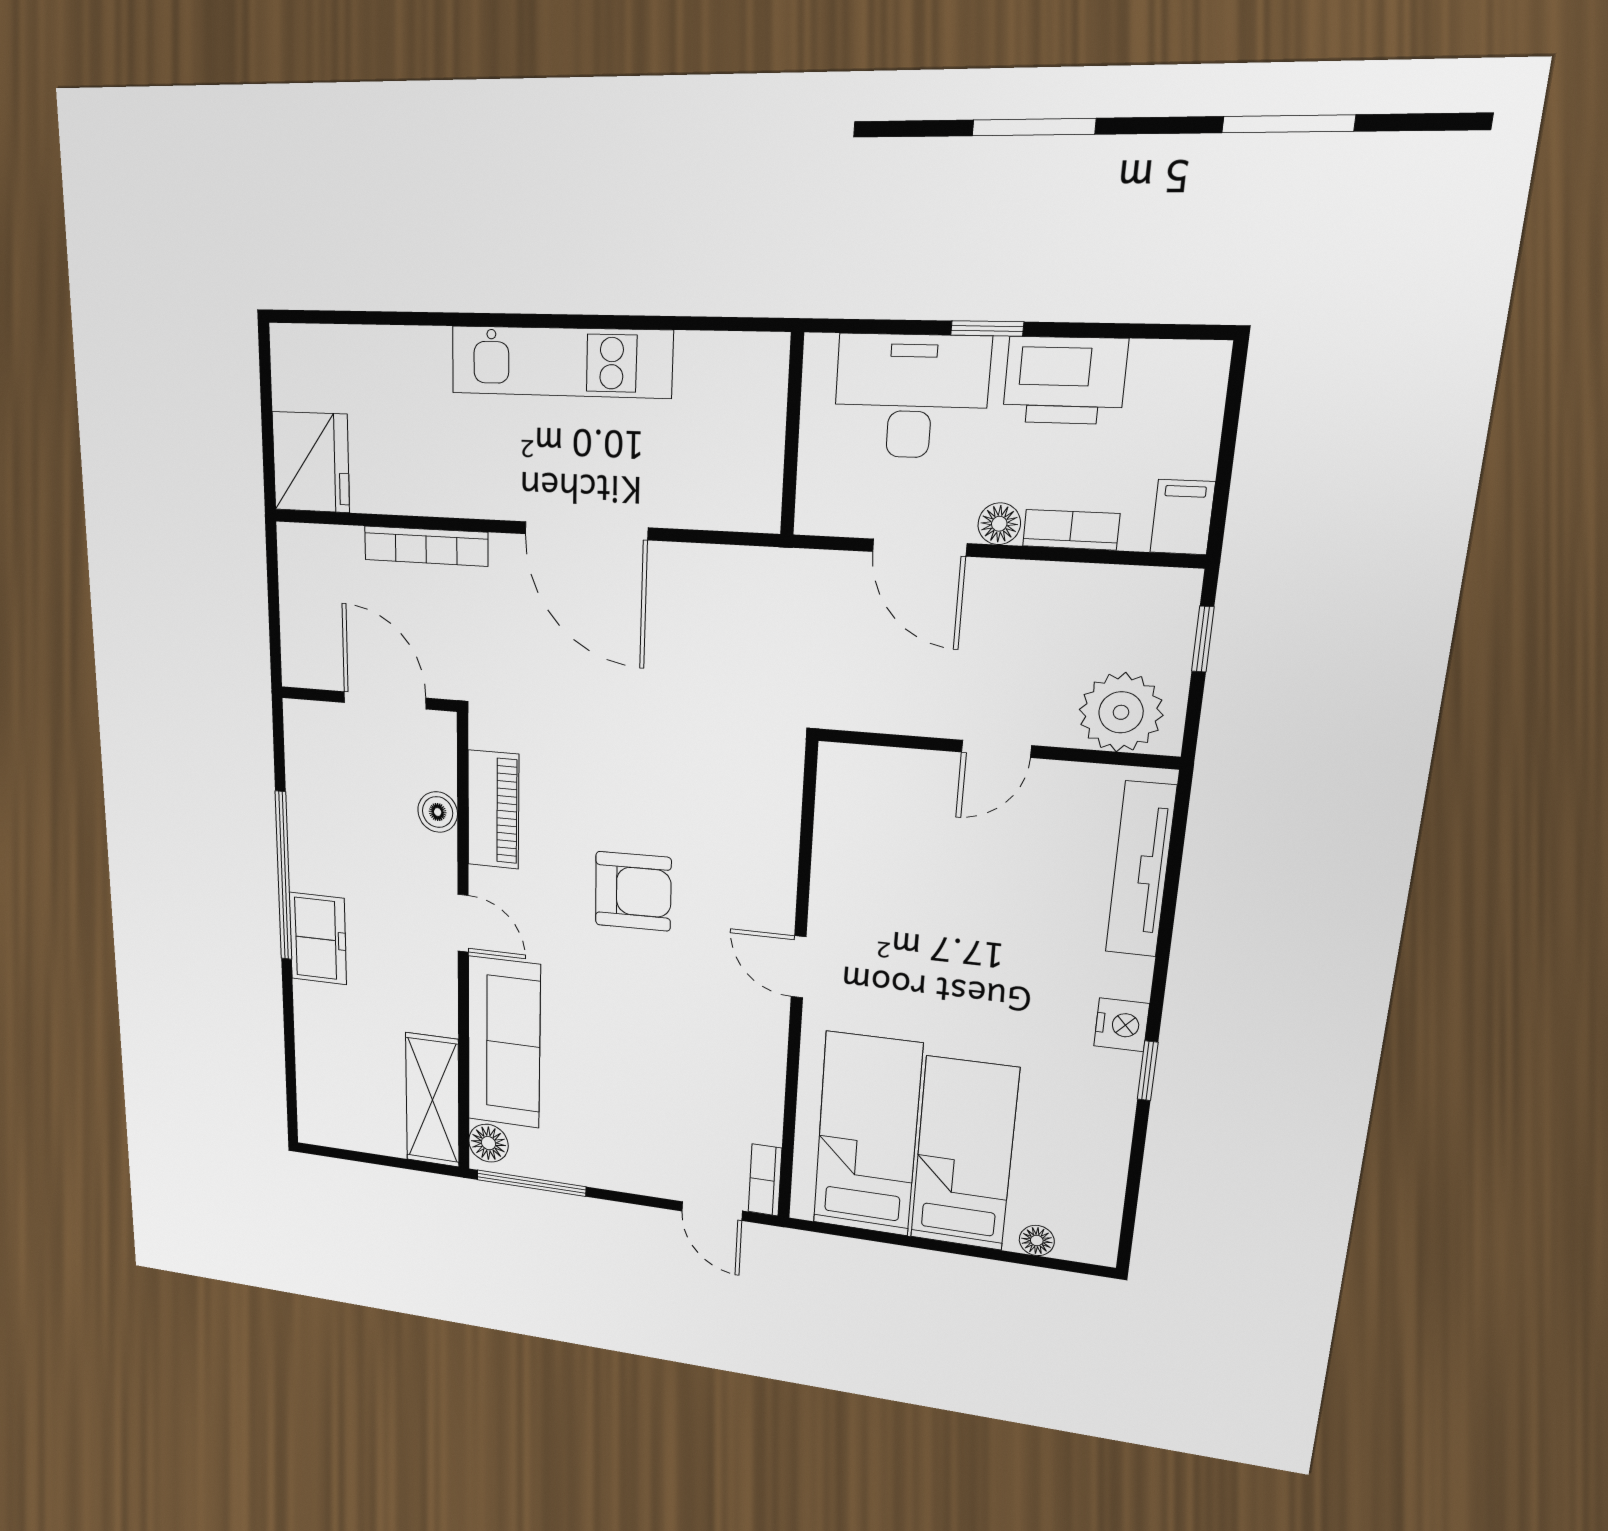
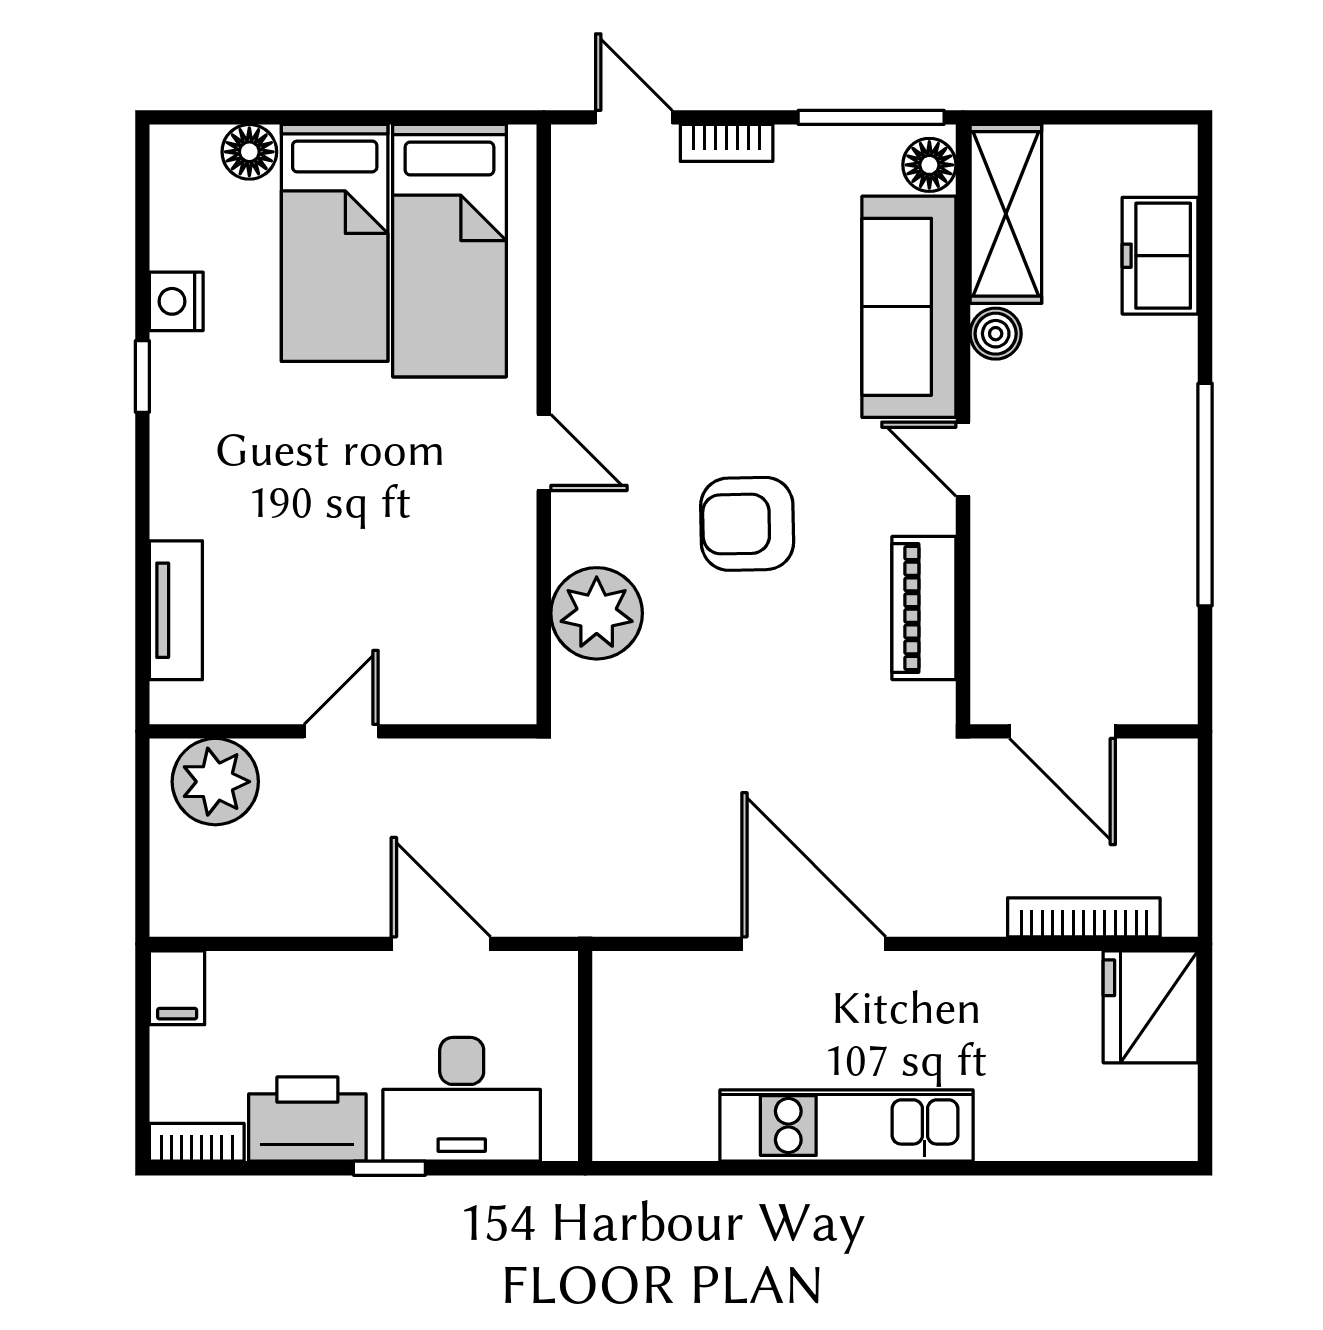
floor lamp: (999, 524) -> (360, 973), removed
bookcase: (1071, 530) -> (197, 1142), moved, turned 180
bookcase: (426, 546) -> (1084, 917), moved
window: (1203, 639) -> (142, 865), removed
boiler: (438, 812) -> (996, 334), moved
plant: (761, 831) -> (597, 613), added
tv unit: (1141, 870) -> (176, 610), width x0.71
freezer: (318, 939) -> (1160, 256), moved
nightstand: (1122, 1025) -> (176, 301), moved
bookcase: (765, 1180) -> (727, 143), moved, turned 90
floor lamp: (1037, 1240) -> (249, 152), width x1.37, depth x1.37

